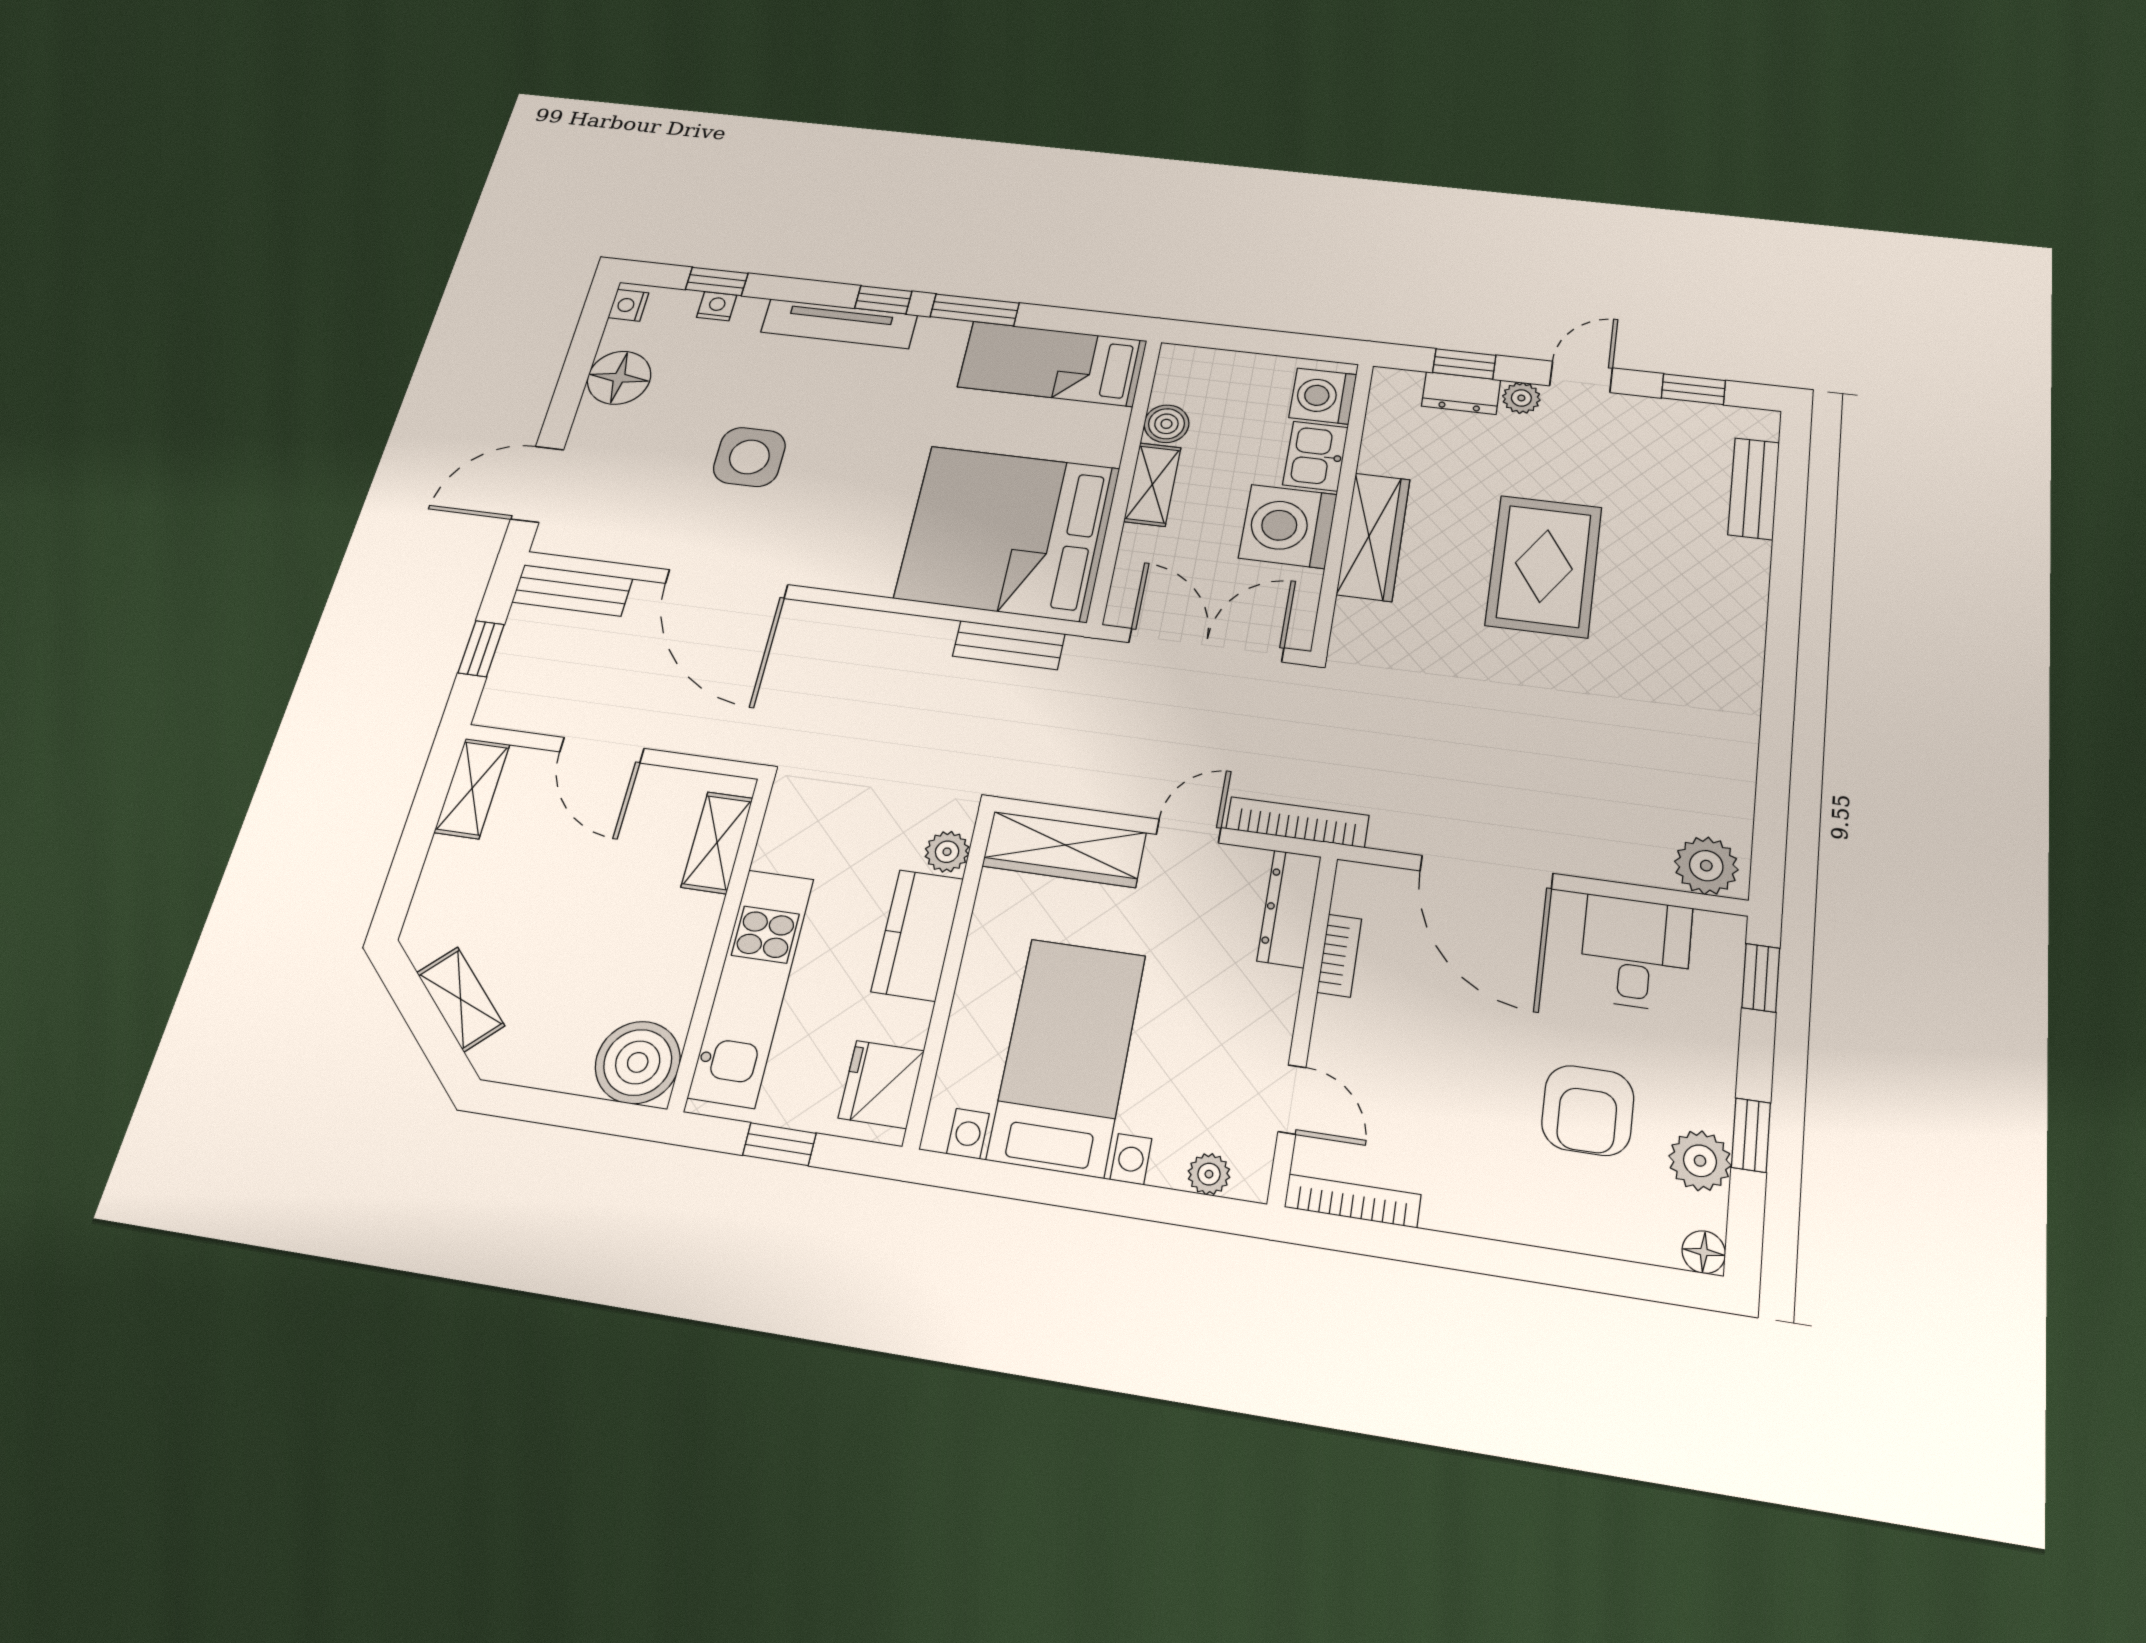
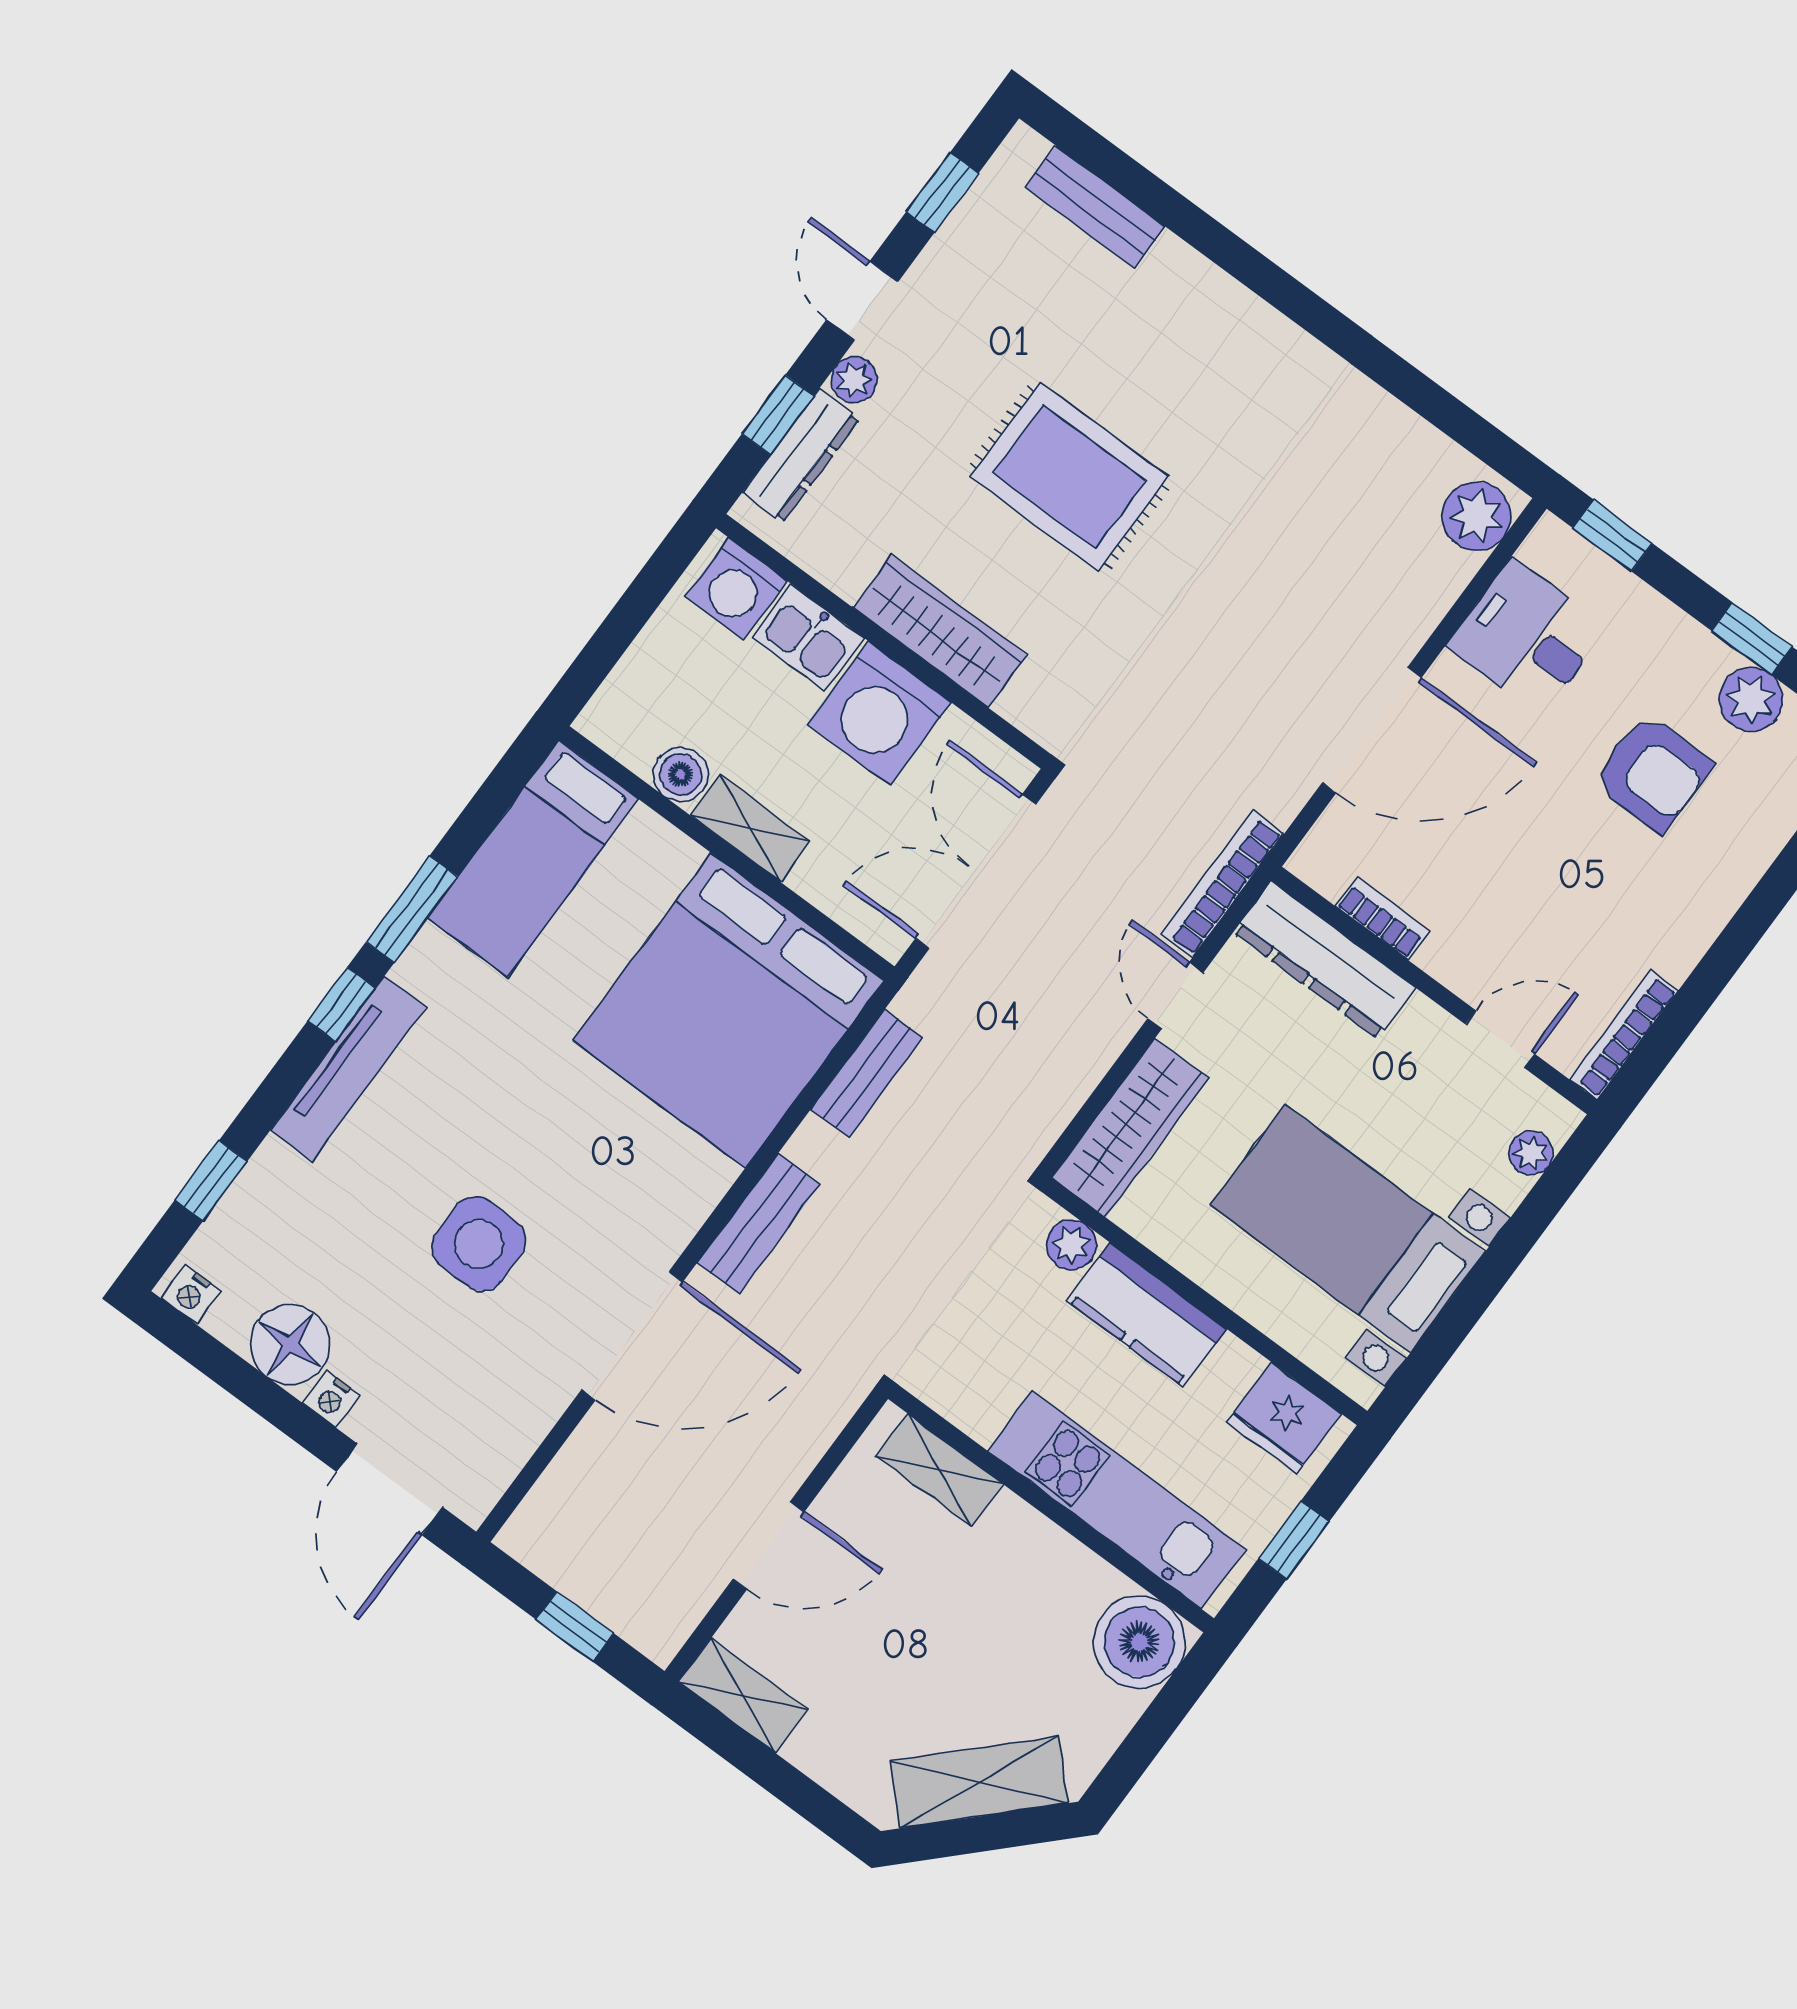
nightstand: (717, 306) -> (331, 1399), moved, turned -90
dresser: (1461, 393) -> (801, 456), width x1.44
bench: (572, 590) -> (759, 1223), moved
dresser: (1289, 908) -> (1324, 960), width x1.37, depth x1.24
shelving: (461, 999) -> (979, 1782), width x1.50, depth x1.33

